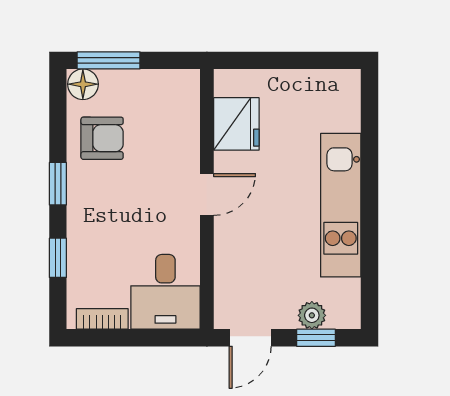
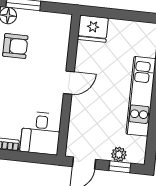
fridge: (236, 124) -> (93, 29), moved, turned 90

